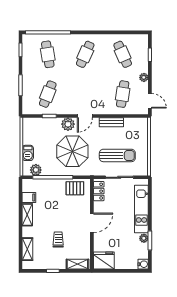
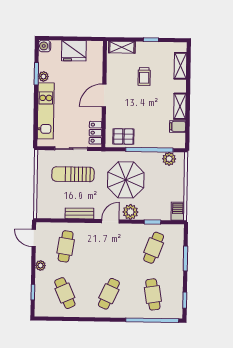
barbecue: (28, 153) -> (178, 211), moved
fridge: (104, 261) -> (74, 51), moved

